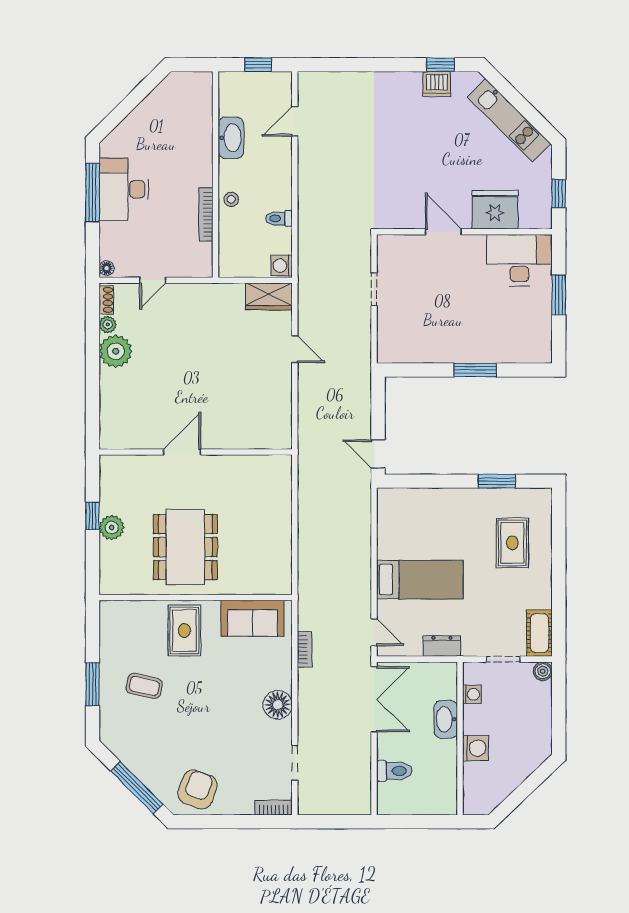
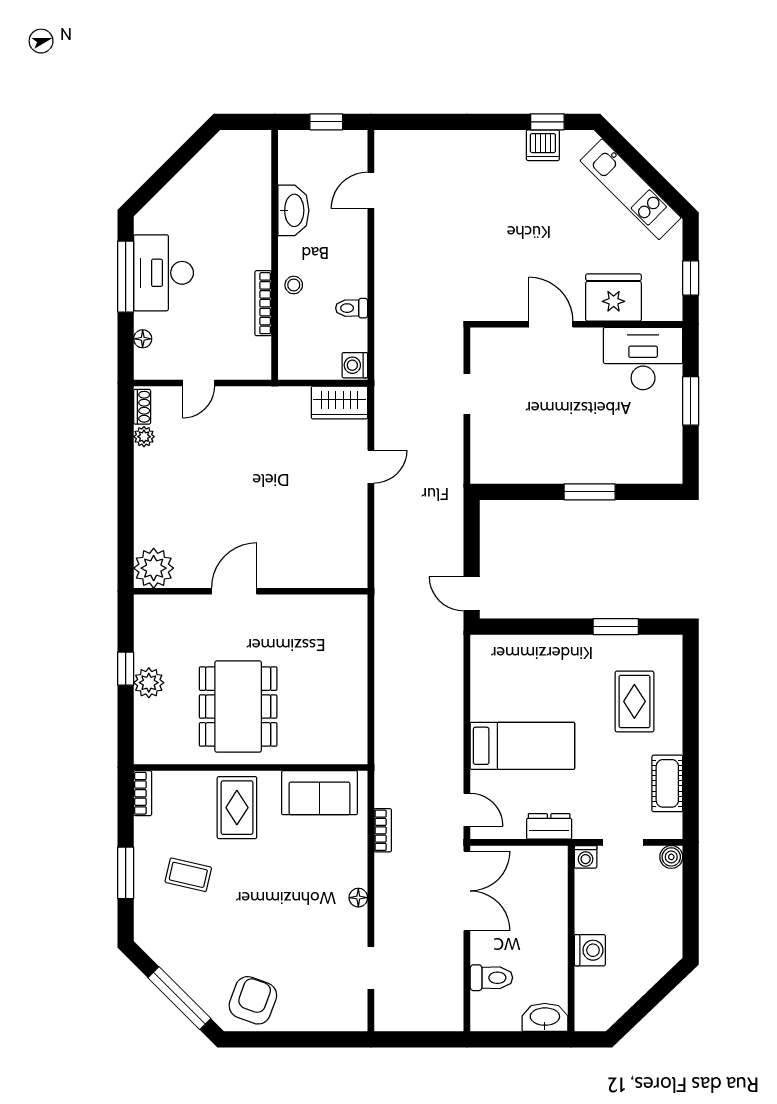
floor lamp: (107, 268) -> (143, 339), moved
door: (295, 349) -> (371, 467), hinge flipped
plant: (116, 351) -> (154, 568), moved
cot: (539, 633) -> (667, 783), moved
washing machine: (472, 694) -> (586, 857), moved, turned 90
floor lamp: (278, 705) -> (358, 898), width x0.53, depth x0.53
washbasin: (446, 719) -> (545, 1017), moved, turned 90
bookcase: (274, 808) -> (143, 793), moved, turned 90

